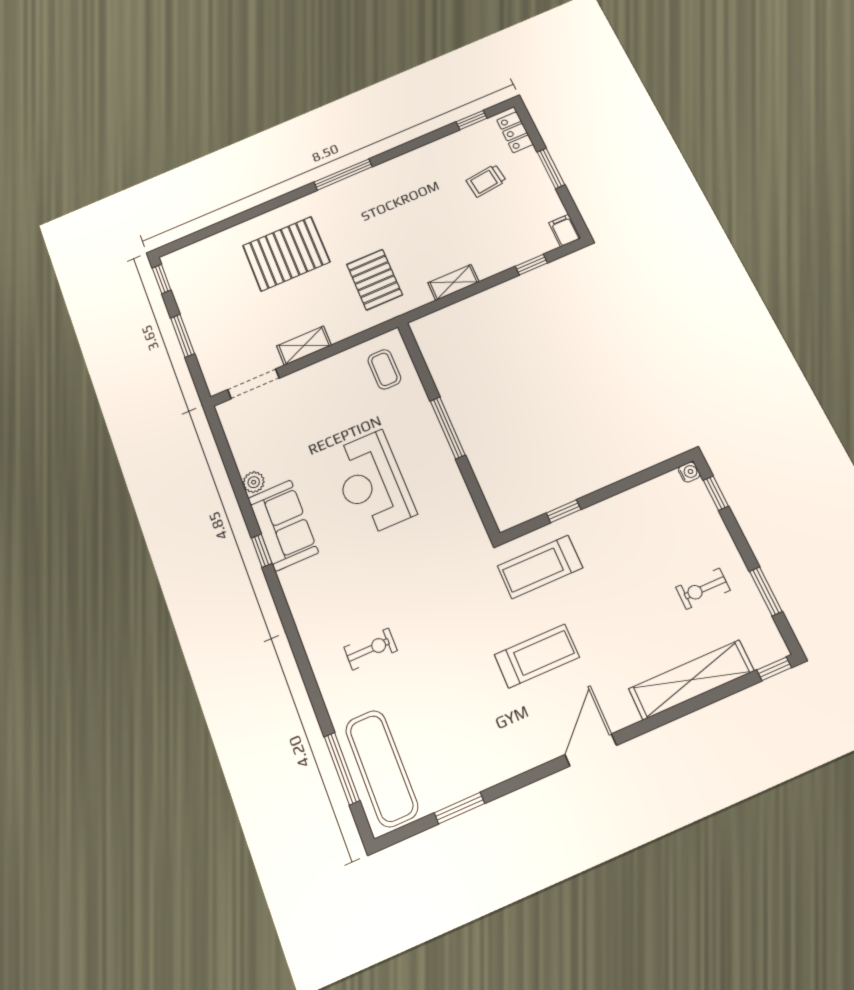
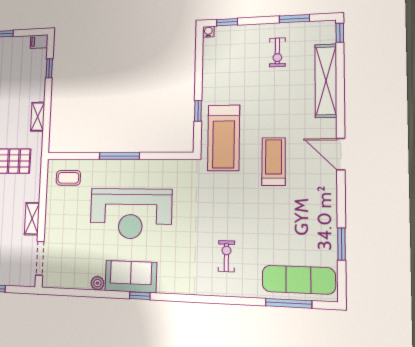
reception desk: (372, 483) -> (131, 214), width x1.36, depth x1.30
treadmill: (540, 567) -> (224, 138), width x1.37, depth x1.38

